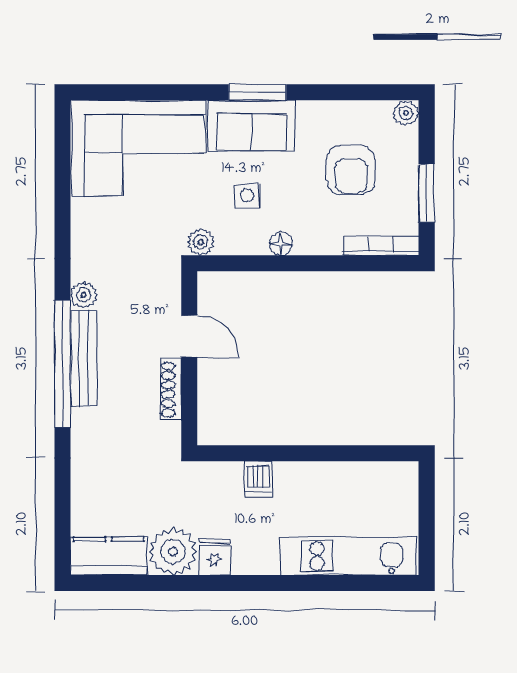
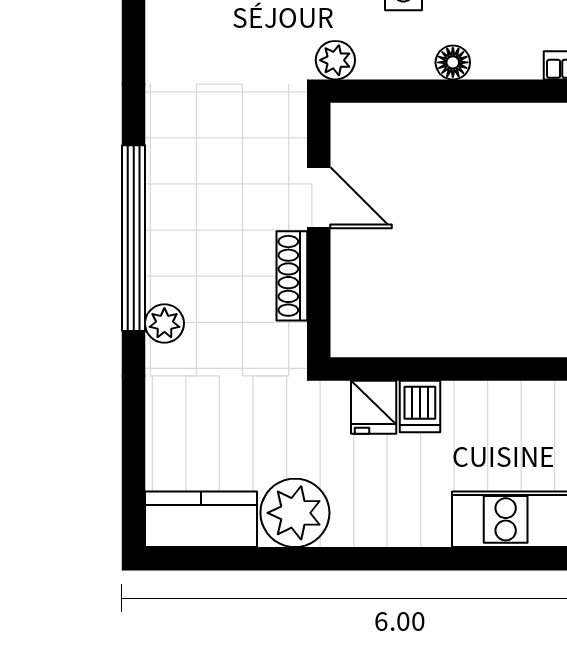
plant: (84, 295) -> (164, 323), moved
bench: (84, 359) -> (165, 231), removed
fridge: (214, 557) -> (374, 407), moved, turned 180

